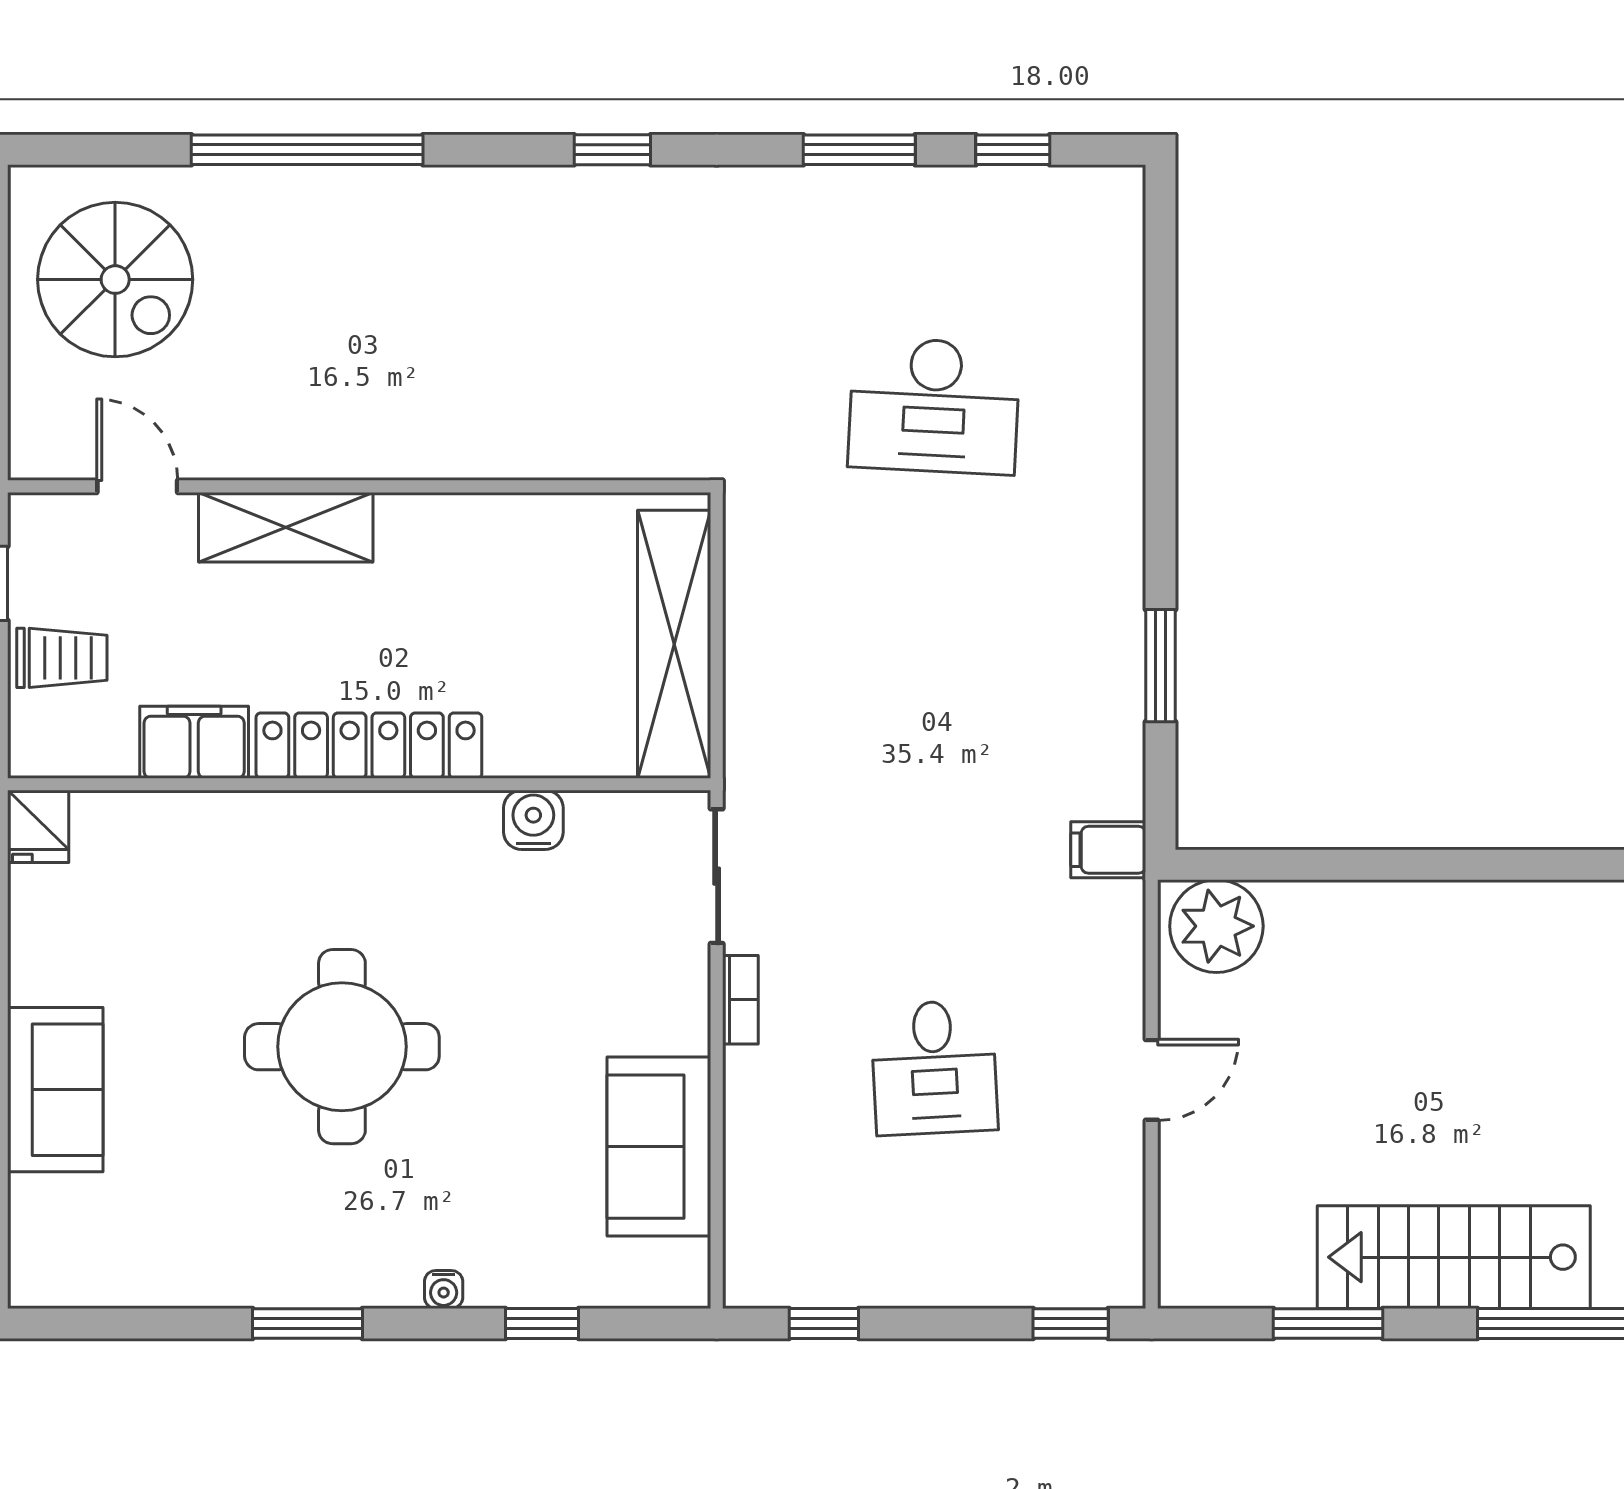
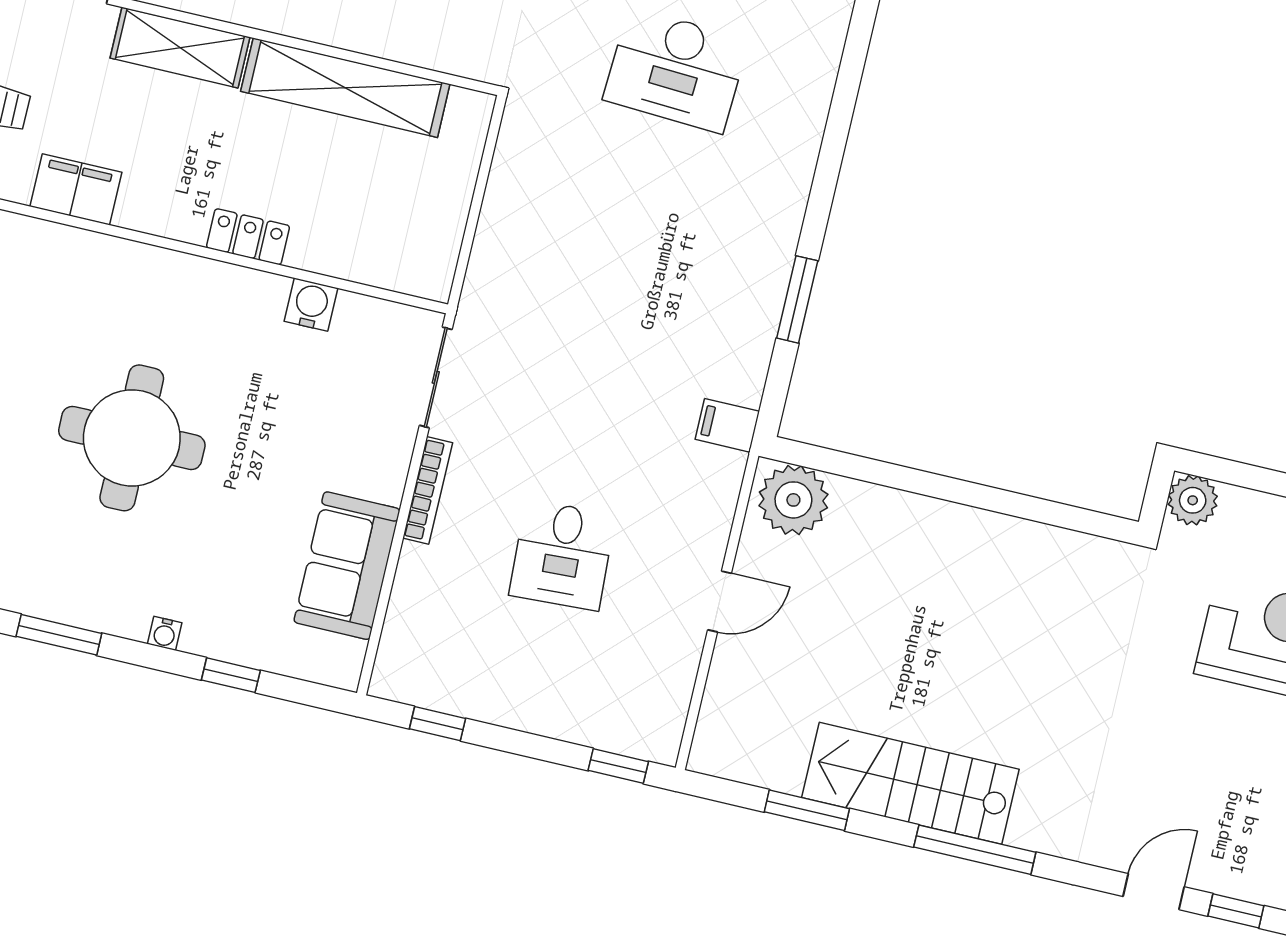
shelving: (674, 644) -> (345, 88), moved, turned 90
locker: (369, 746) -> (248, 237), width x0.46, depth x0.83
bookcase: (740, 1000) -> (428, 490), width x1.56

